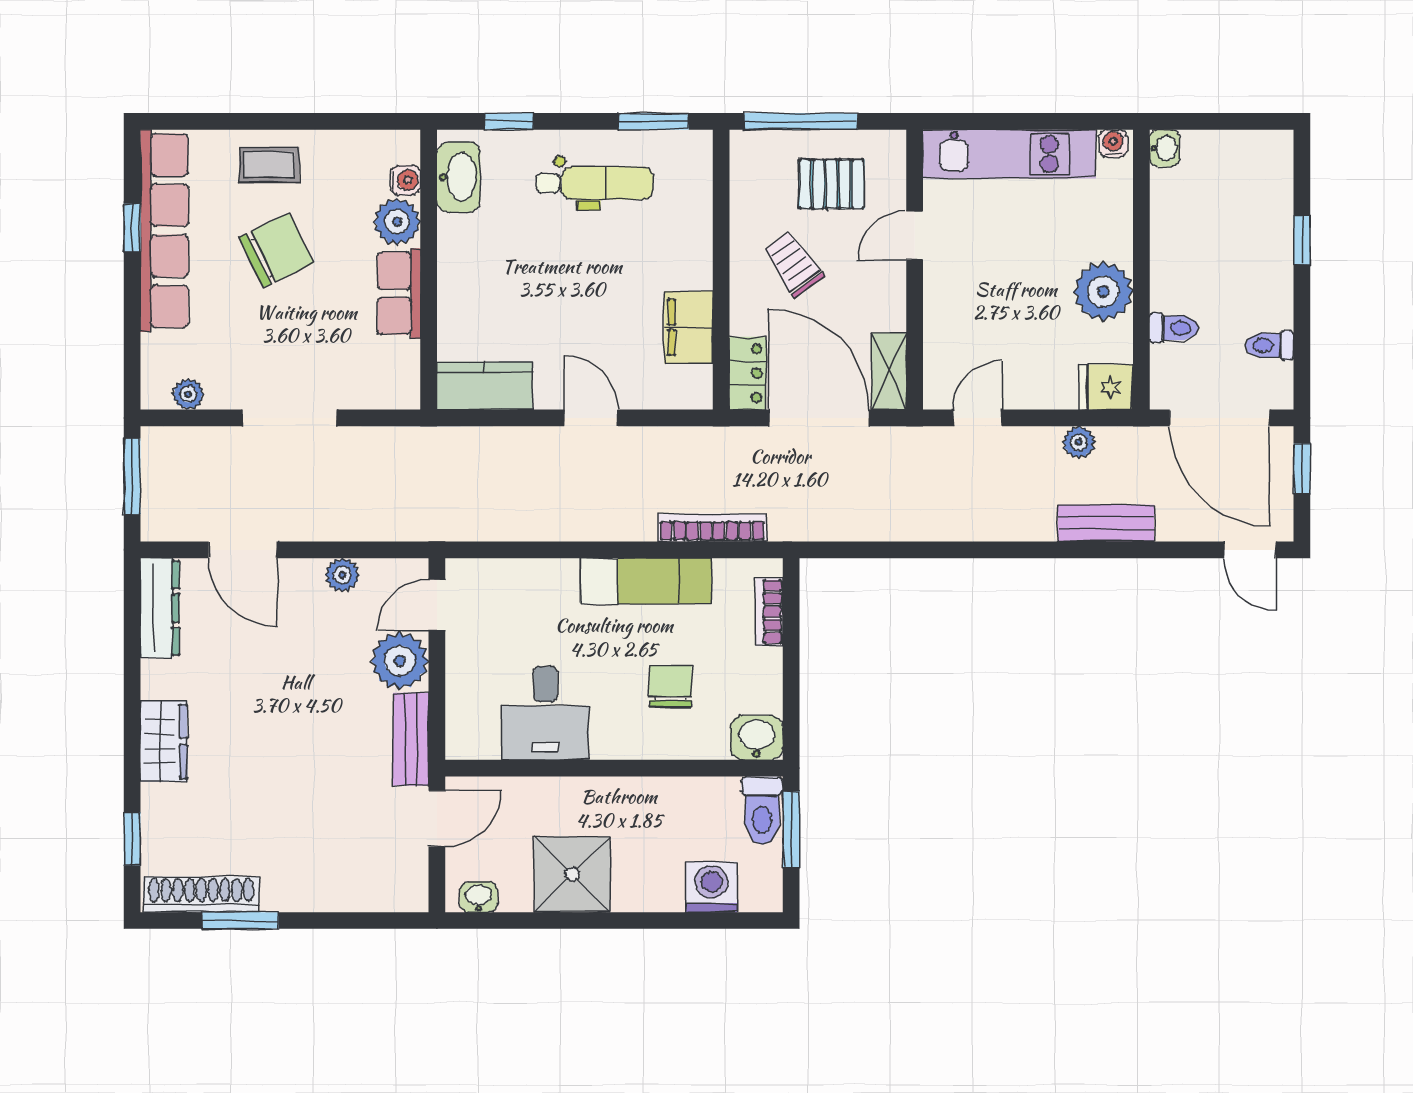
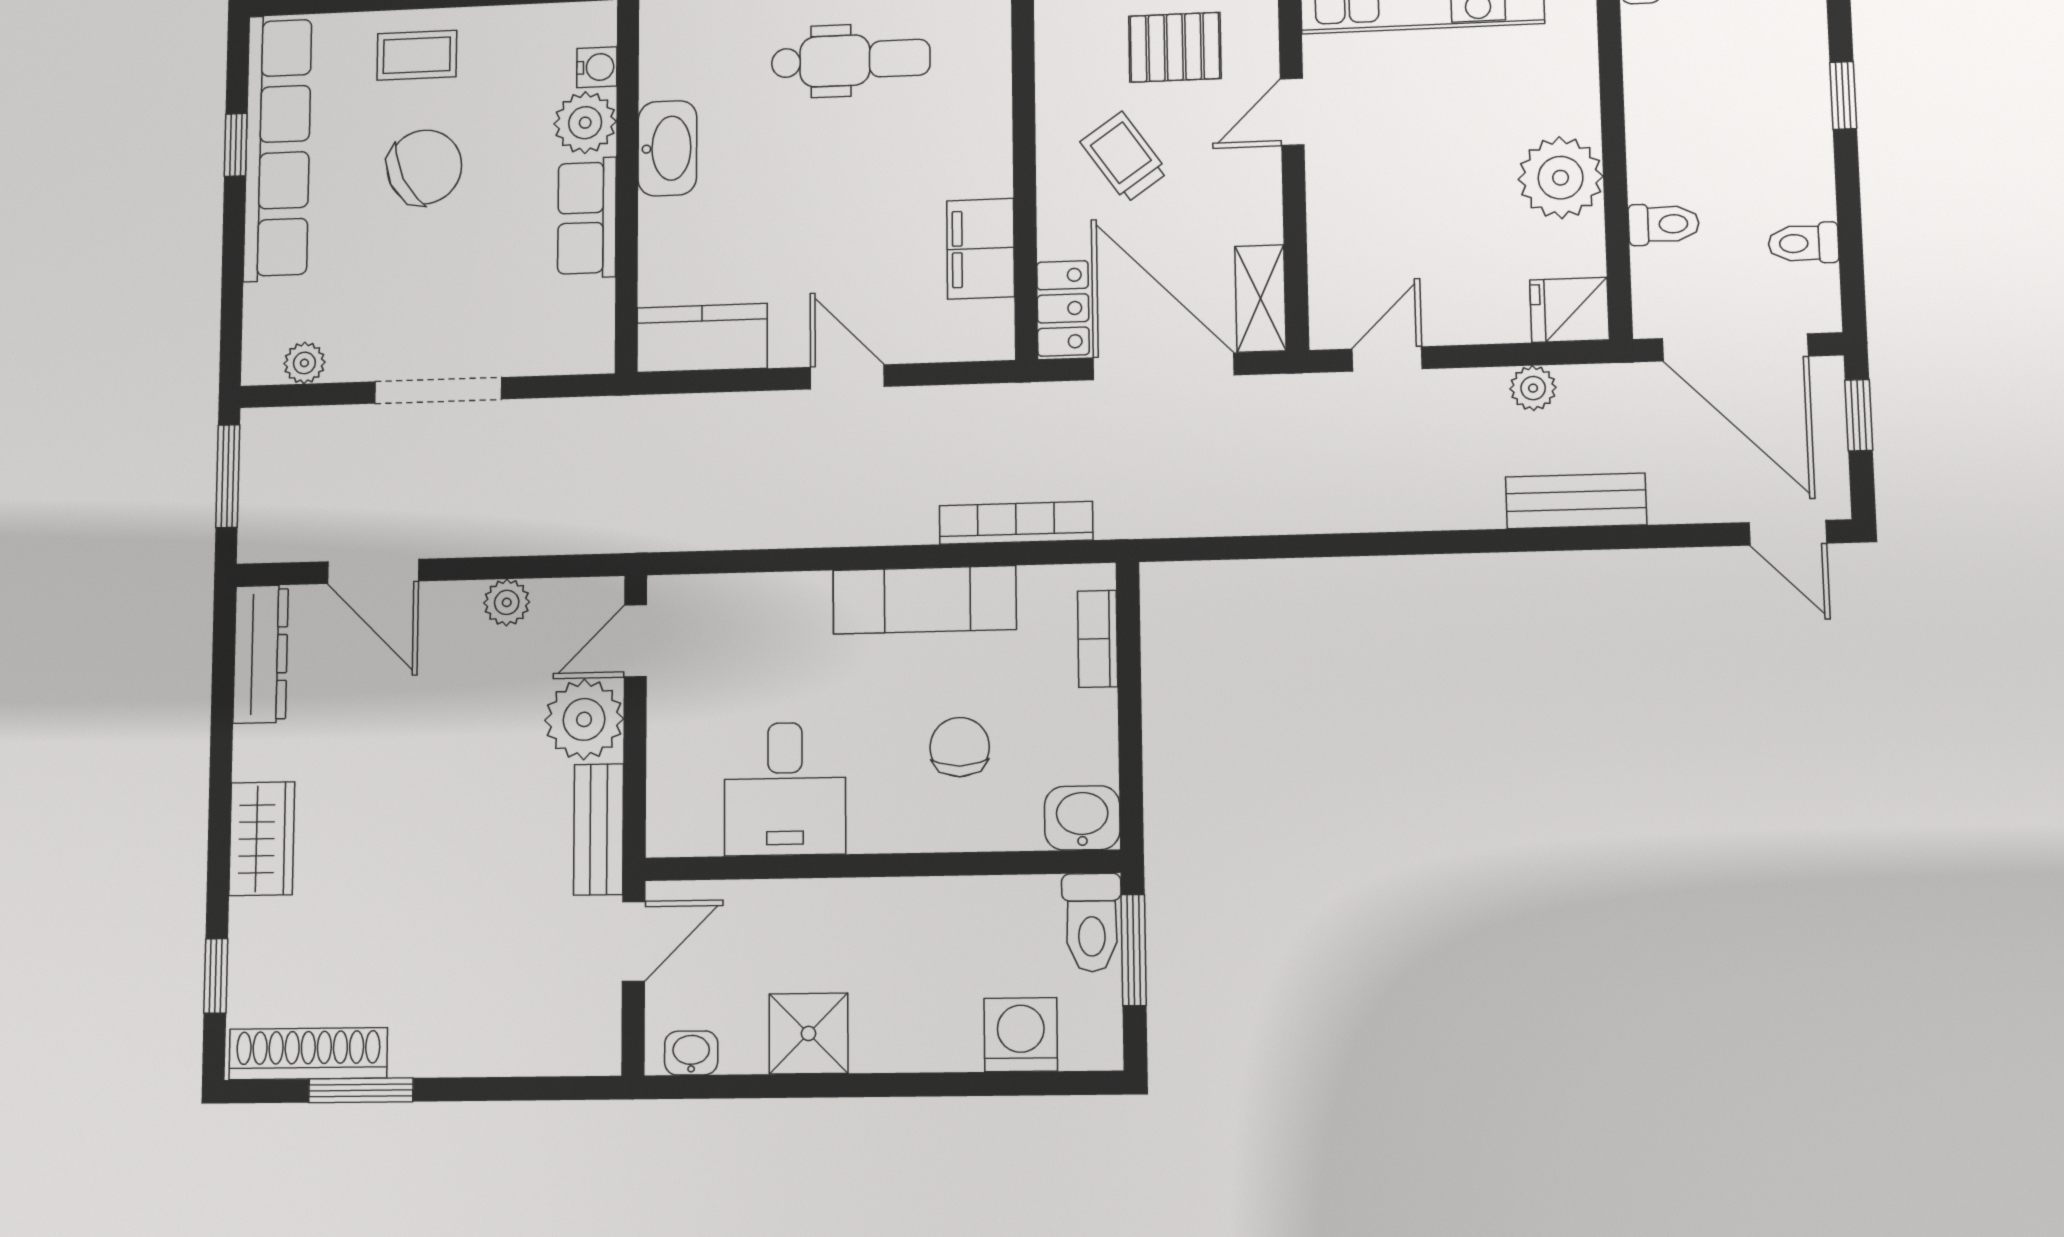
washbasin: (459, 177) -> (667, 148), moved
shower: (572, 874) -> (808, 1033), width x0.73, depth x0.73

